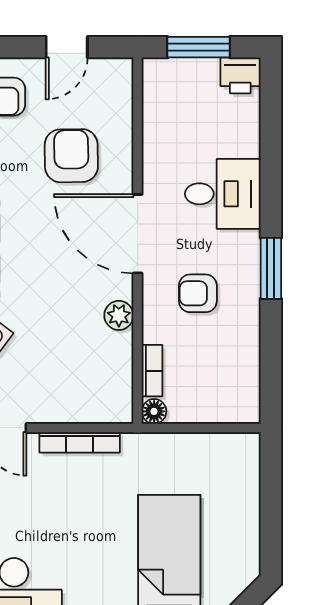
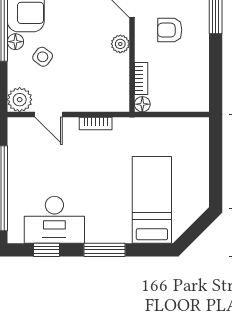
bookcase: (80, 442) -> (96, 124), width x0.64

